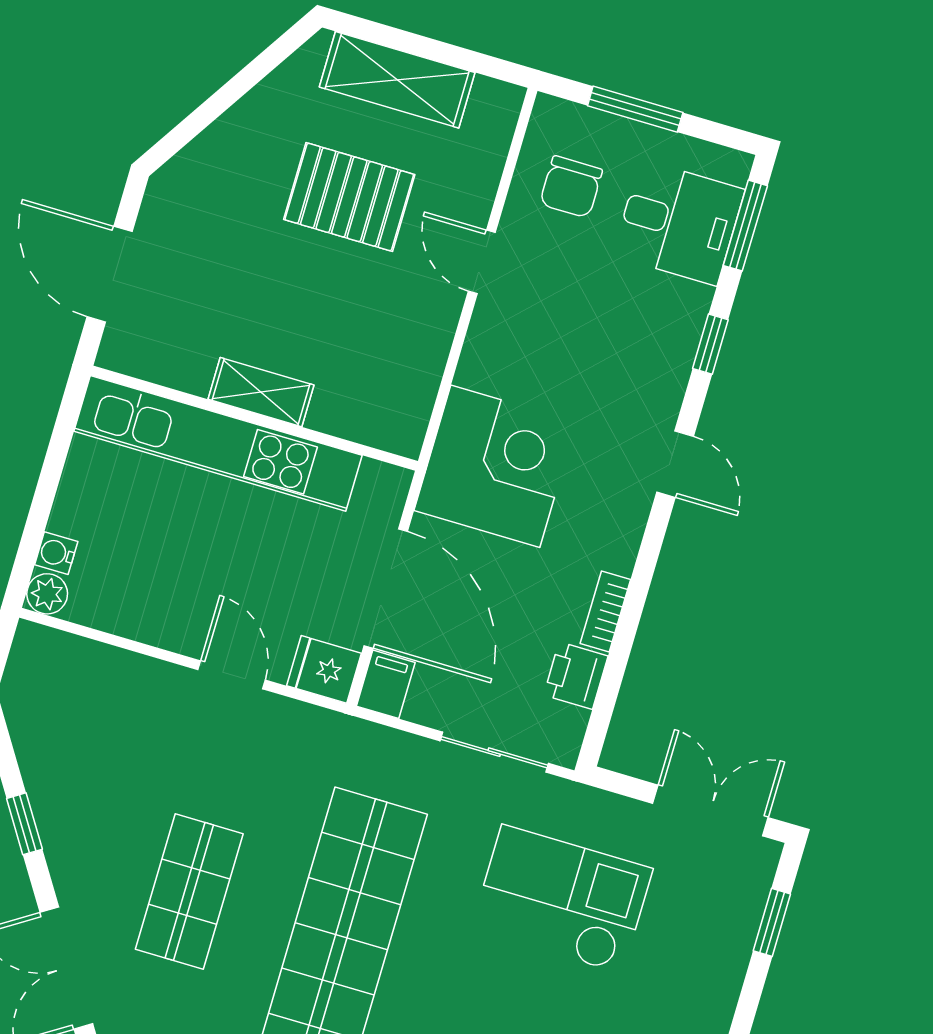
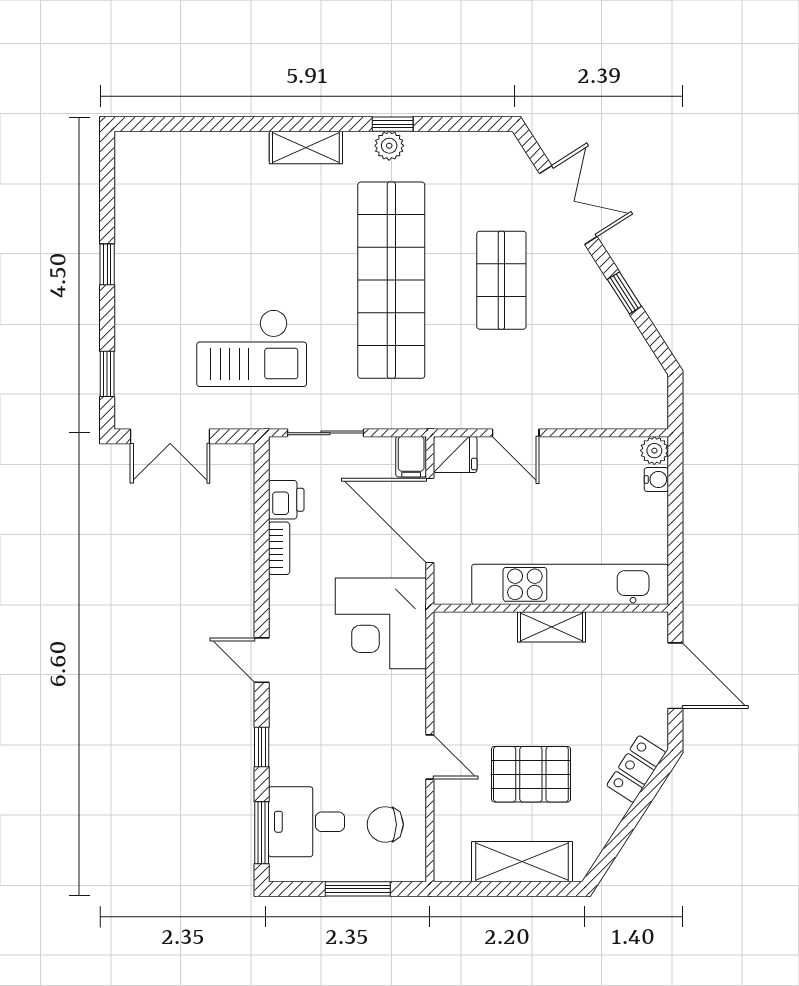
locker: (202, 161) -> (636, 769), added
chair: (571, 187) -> (385, 824), turned -90

